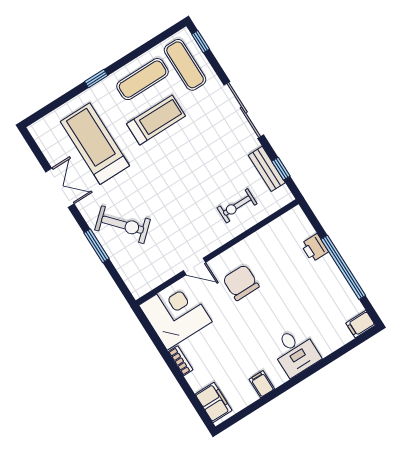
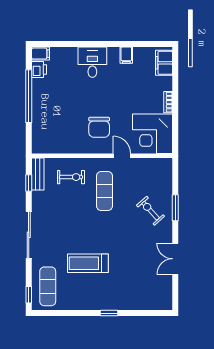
exercise mat: (143, 79) -> (104, 191), moved, turned 90
treadmill: (95, 144) -> (136, 273), removed
bench: (267, 169) -> (38, 174), moved
exercise bike: (123, 225) -> (151, 211), width x0.73, depth x0.72
printer: (315, 248) -> (39, 69), moved

